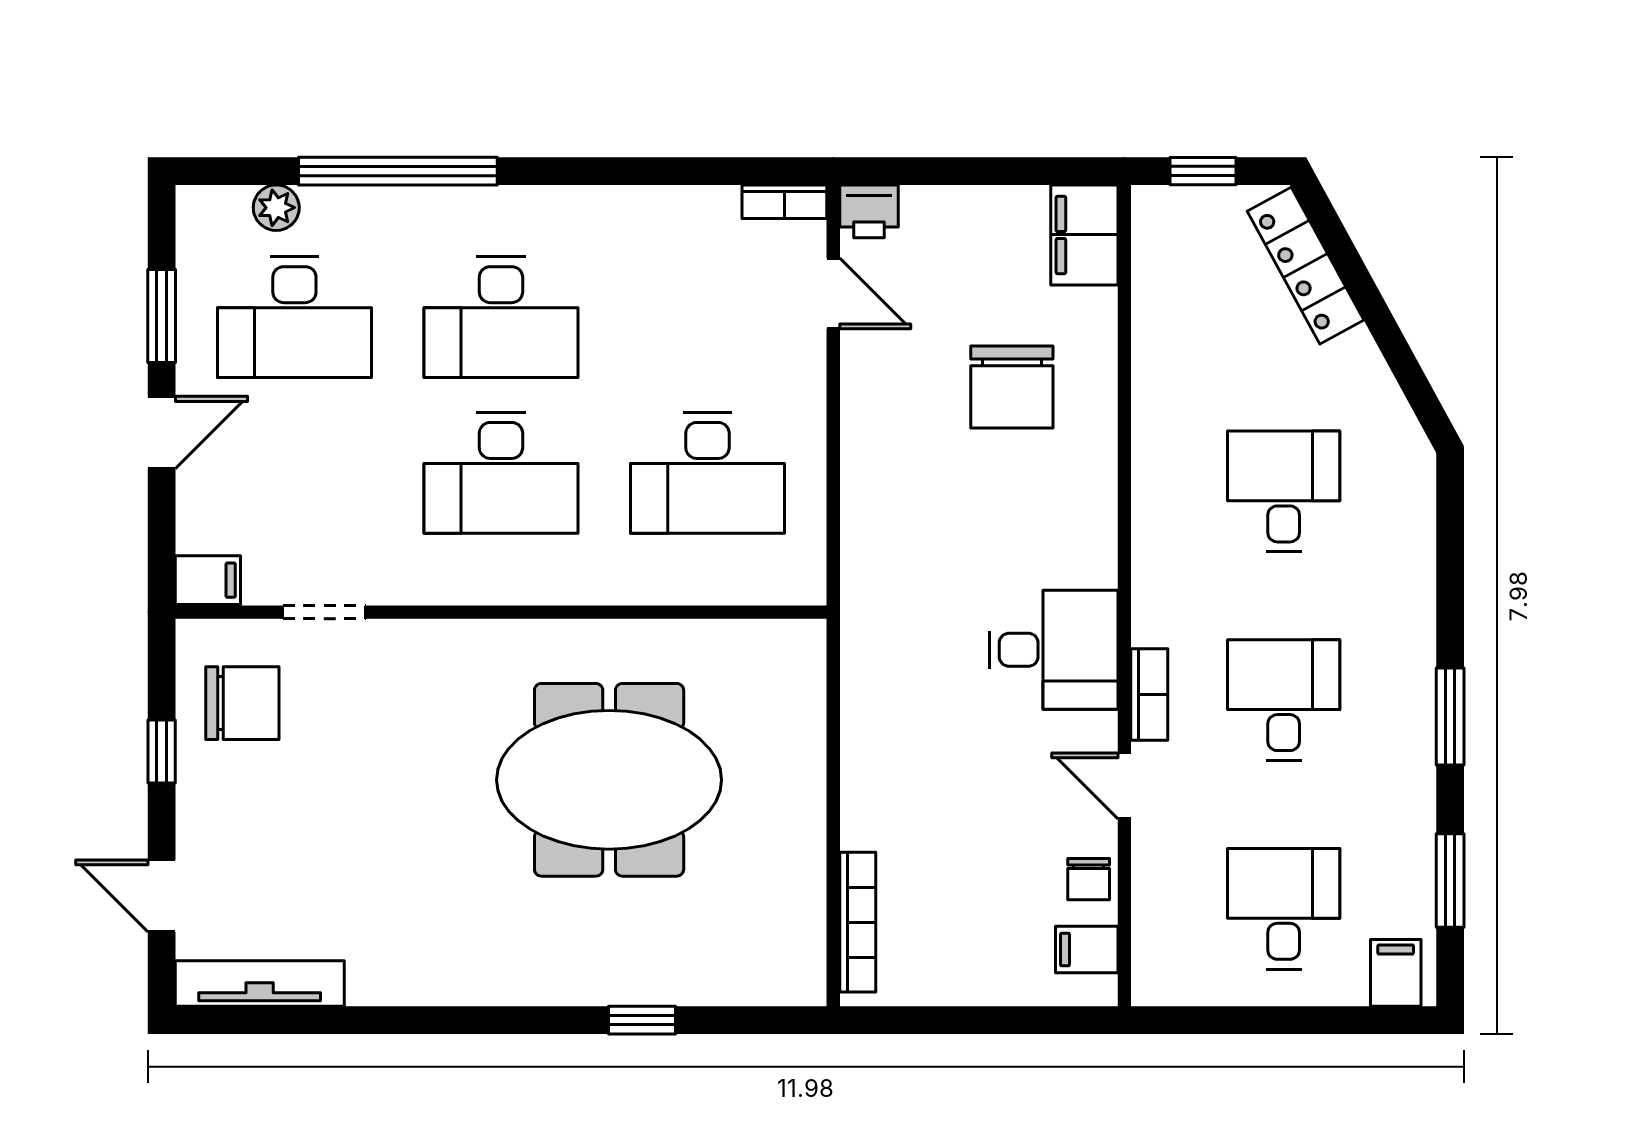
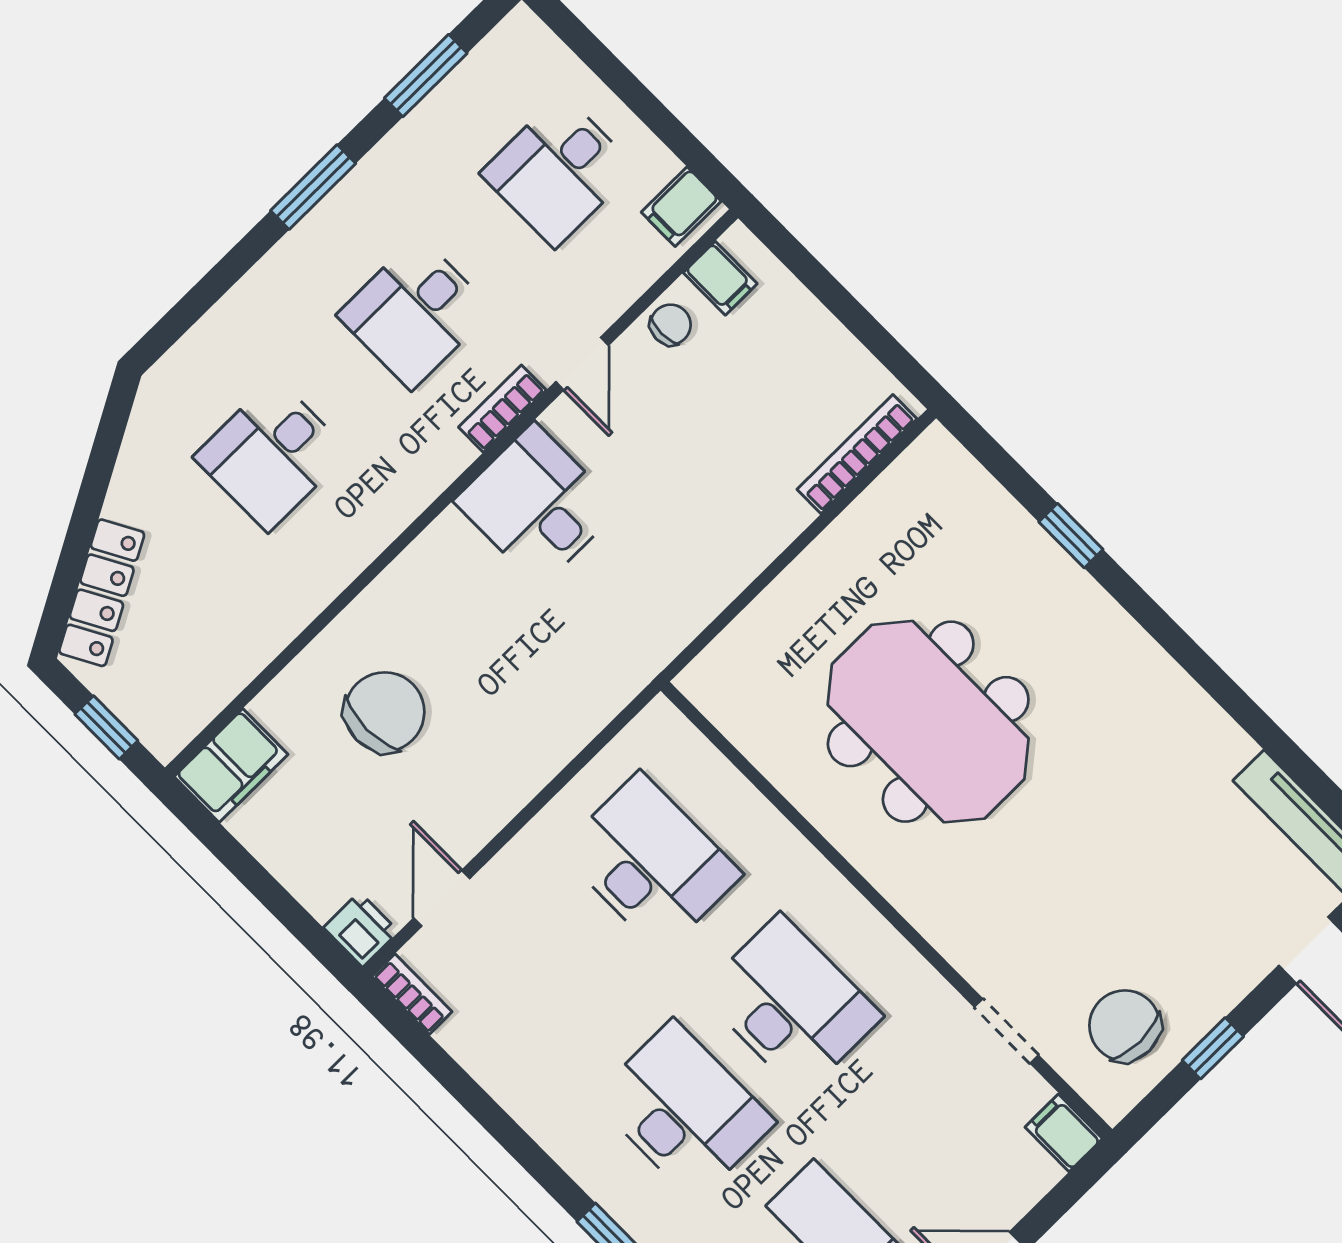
filing cabinet: (1396, 973) -> (681, 207), moved

